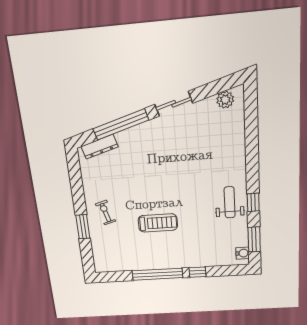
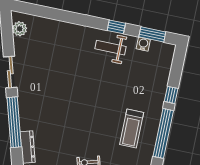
treadmill: (158, 223) -> (132, 128), moved, turned 180
water cooler: (243, 253) -> (143, 44), moved

